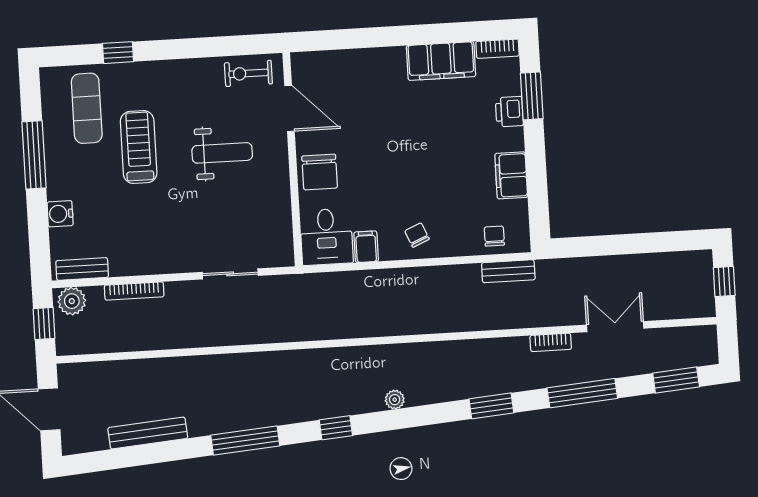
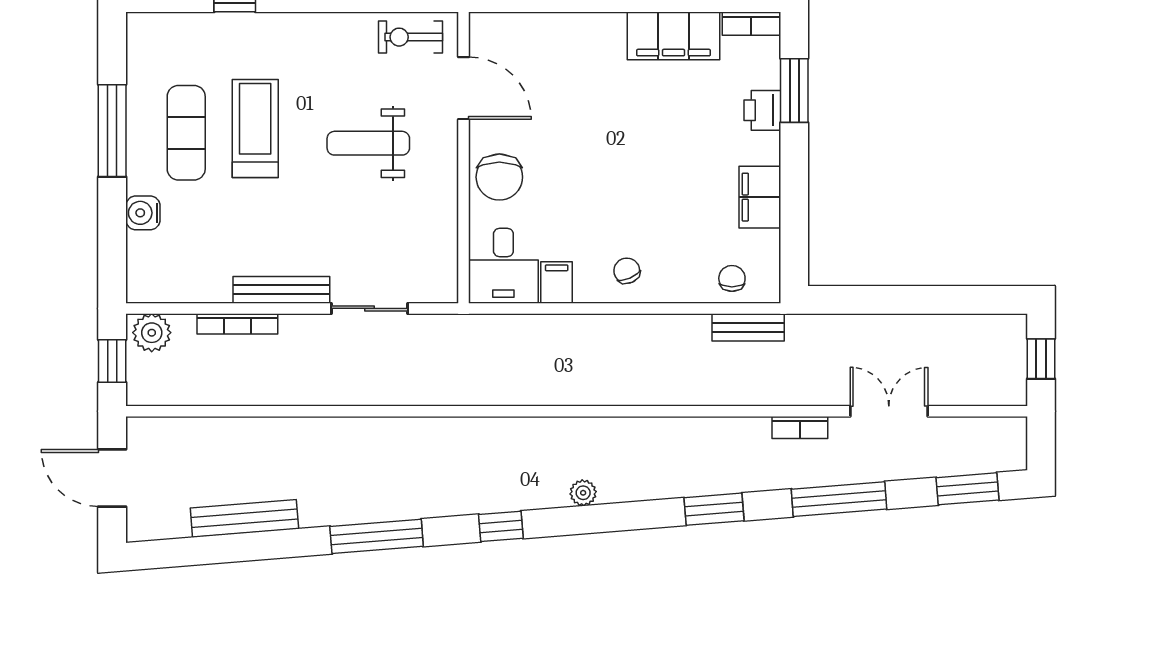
exercise mat: (87, 108) -> (186, 133), moved
weight bench: (222, 153) -> (368, 143), turned 180
bench: (82, 269) -> (281, 290), moved, width x1.36

